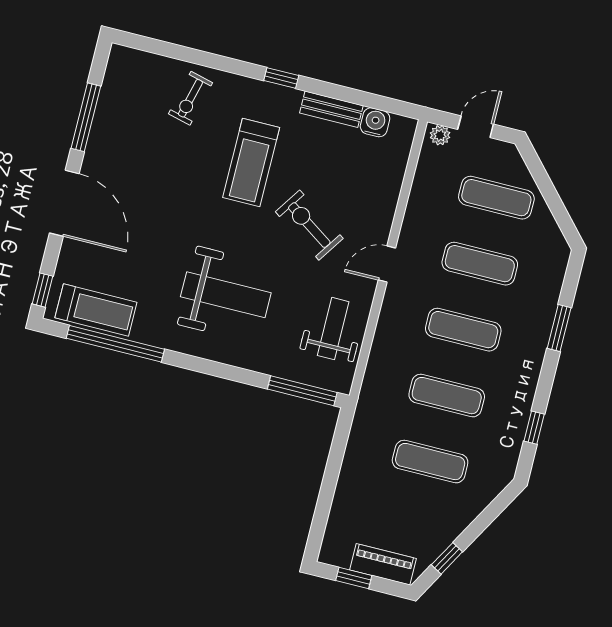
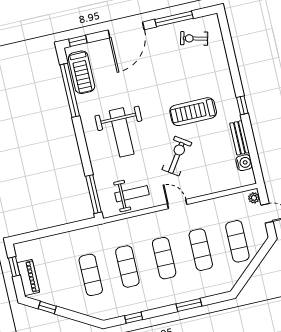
exercise bike: (190, 98) -> (194, 38), moved

